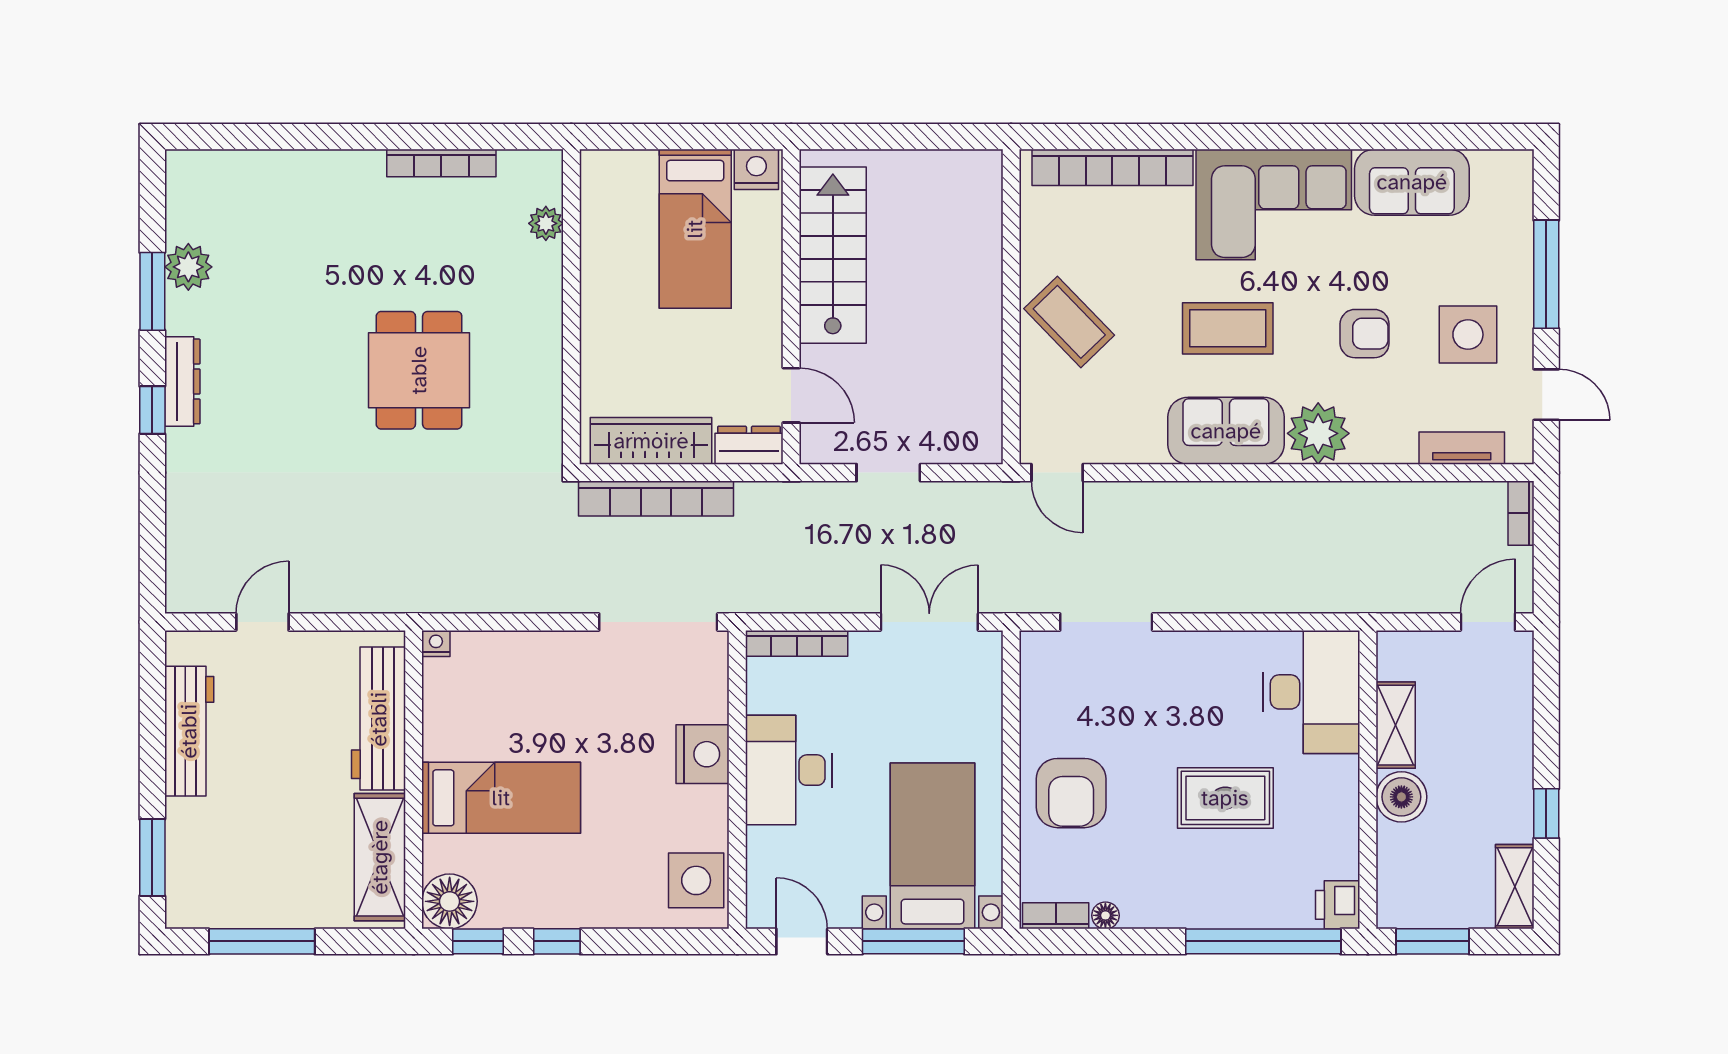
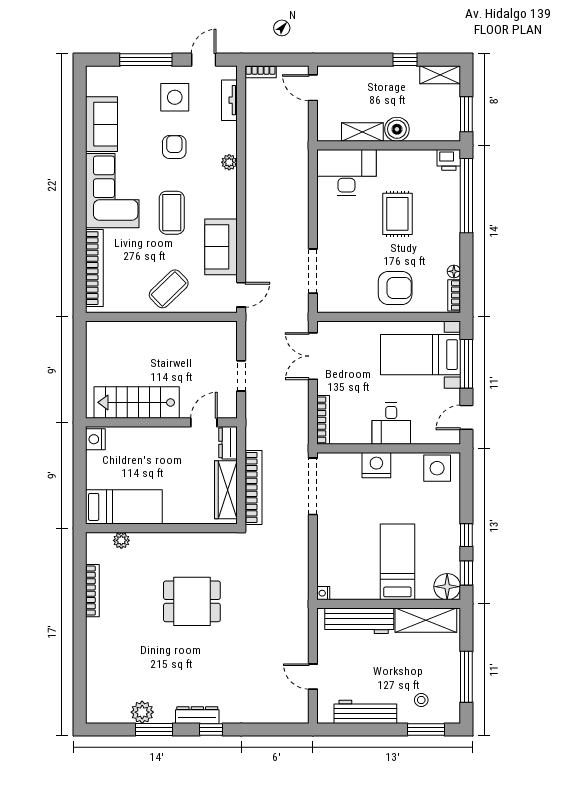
bed: (695, 229) -> (124, 507), moved
sofa: (1226, 431) -> (221, 247), moved
plant: (1318, 433) -> (229, 162), width x0.53, depth x0.53
desk: (789, 770) -> (391, 424), width x0.73
stool: (214, 847) -> (421, 700), added

